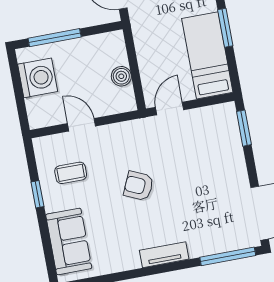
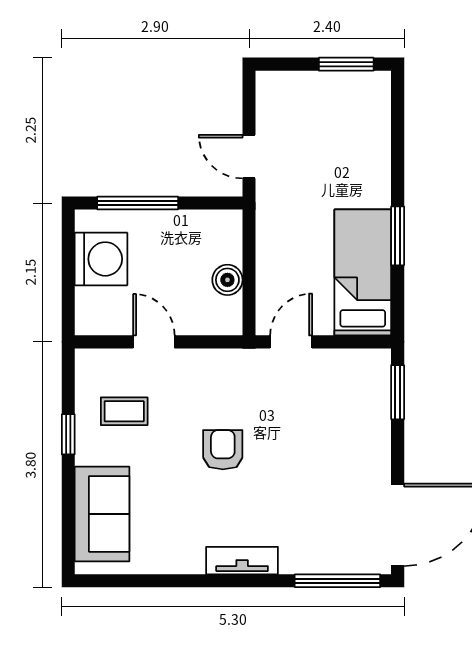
armchair: (139, 186) -> (223, 450), turned 66

